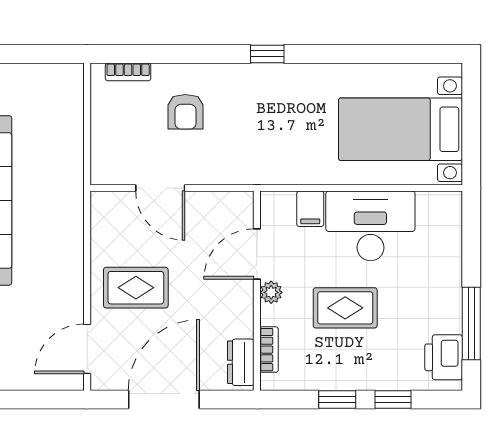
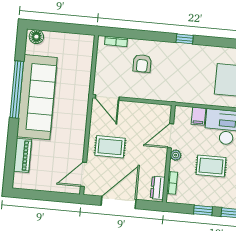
door: (160, 188) -> (107, 98), moved

